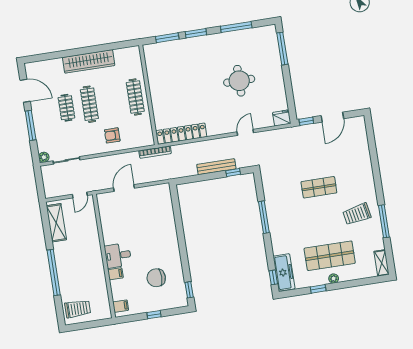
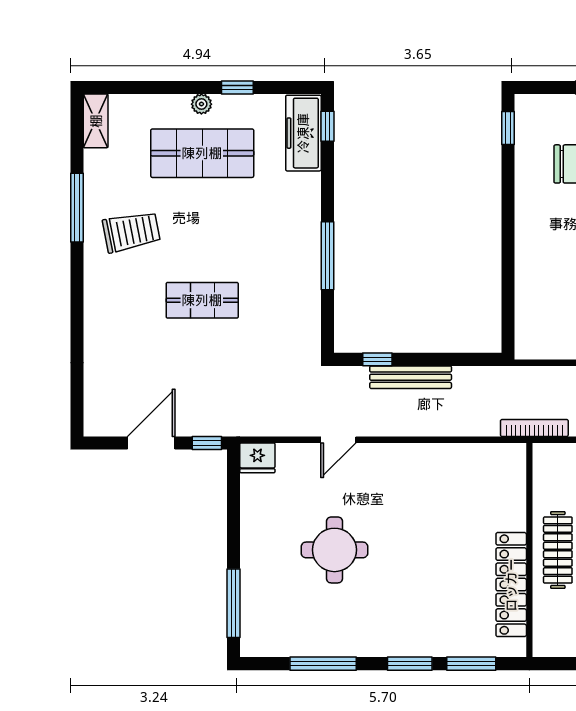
locker: (181, 134) -> (511, 585), moved, turned 90

